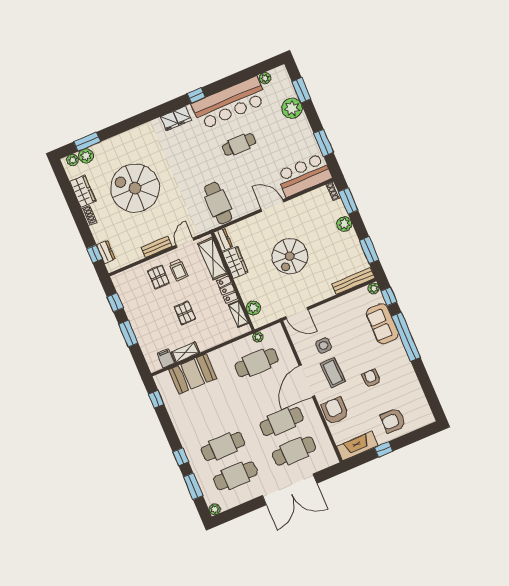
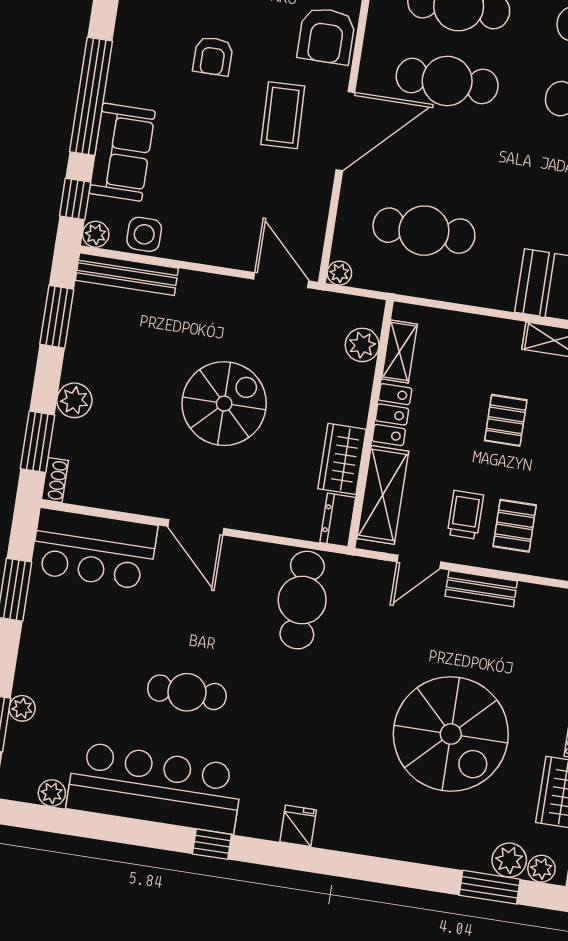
plant: (292, 108) -> (22, 708), width x0.53, depth x0.53
fridge: (182, 116) -> (265, 821), removed
plant: (258, 337) -> (339, 273), moved
side table: (324, 345) -> (144, 234), moved

